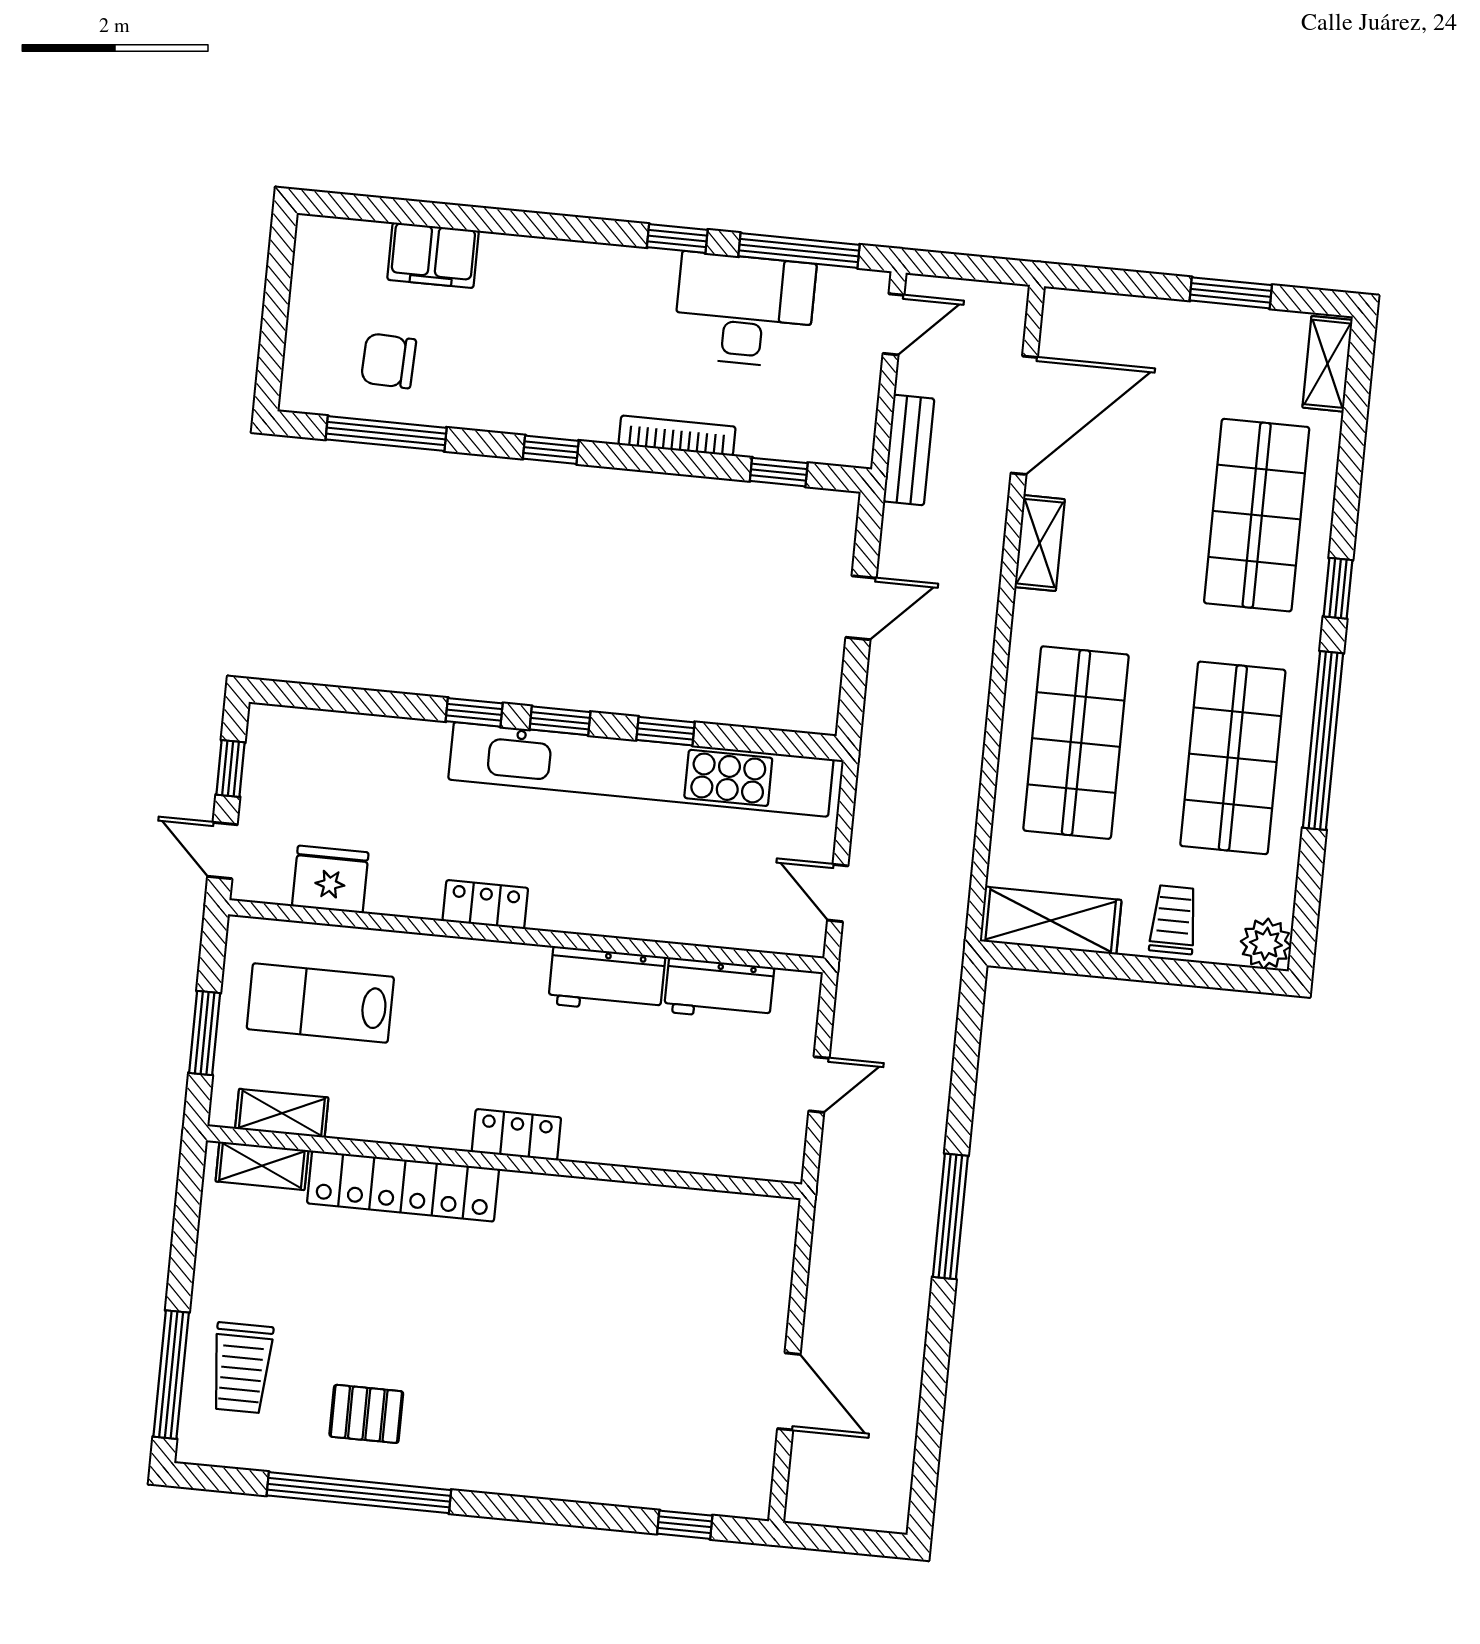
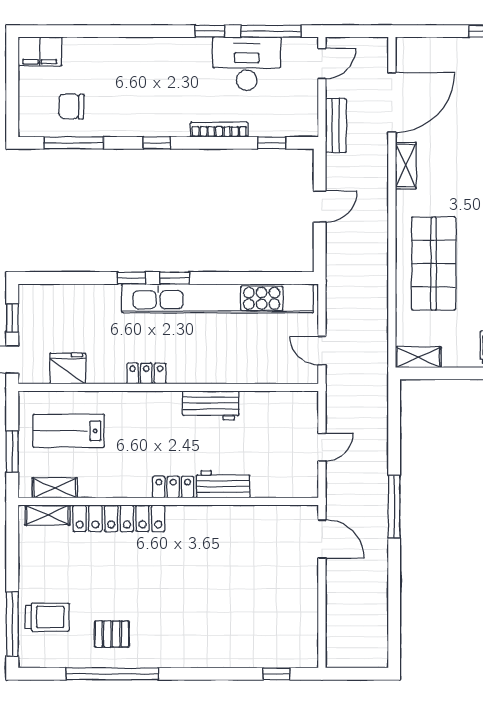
filing cabinet: (433, 255) -> (40, 51), moved
window: (666, 731) -> (228, 278), removed
shelving: (1051, 921) -> (418, 357), width x0.67, depth x0.75
workbench: (719, 990) -> (223, 484), moved, turned 180
trolley: (242, 1368) -> (47, 617), turned -90
door: (789, 1391) -> (322, 539), moved

